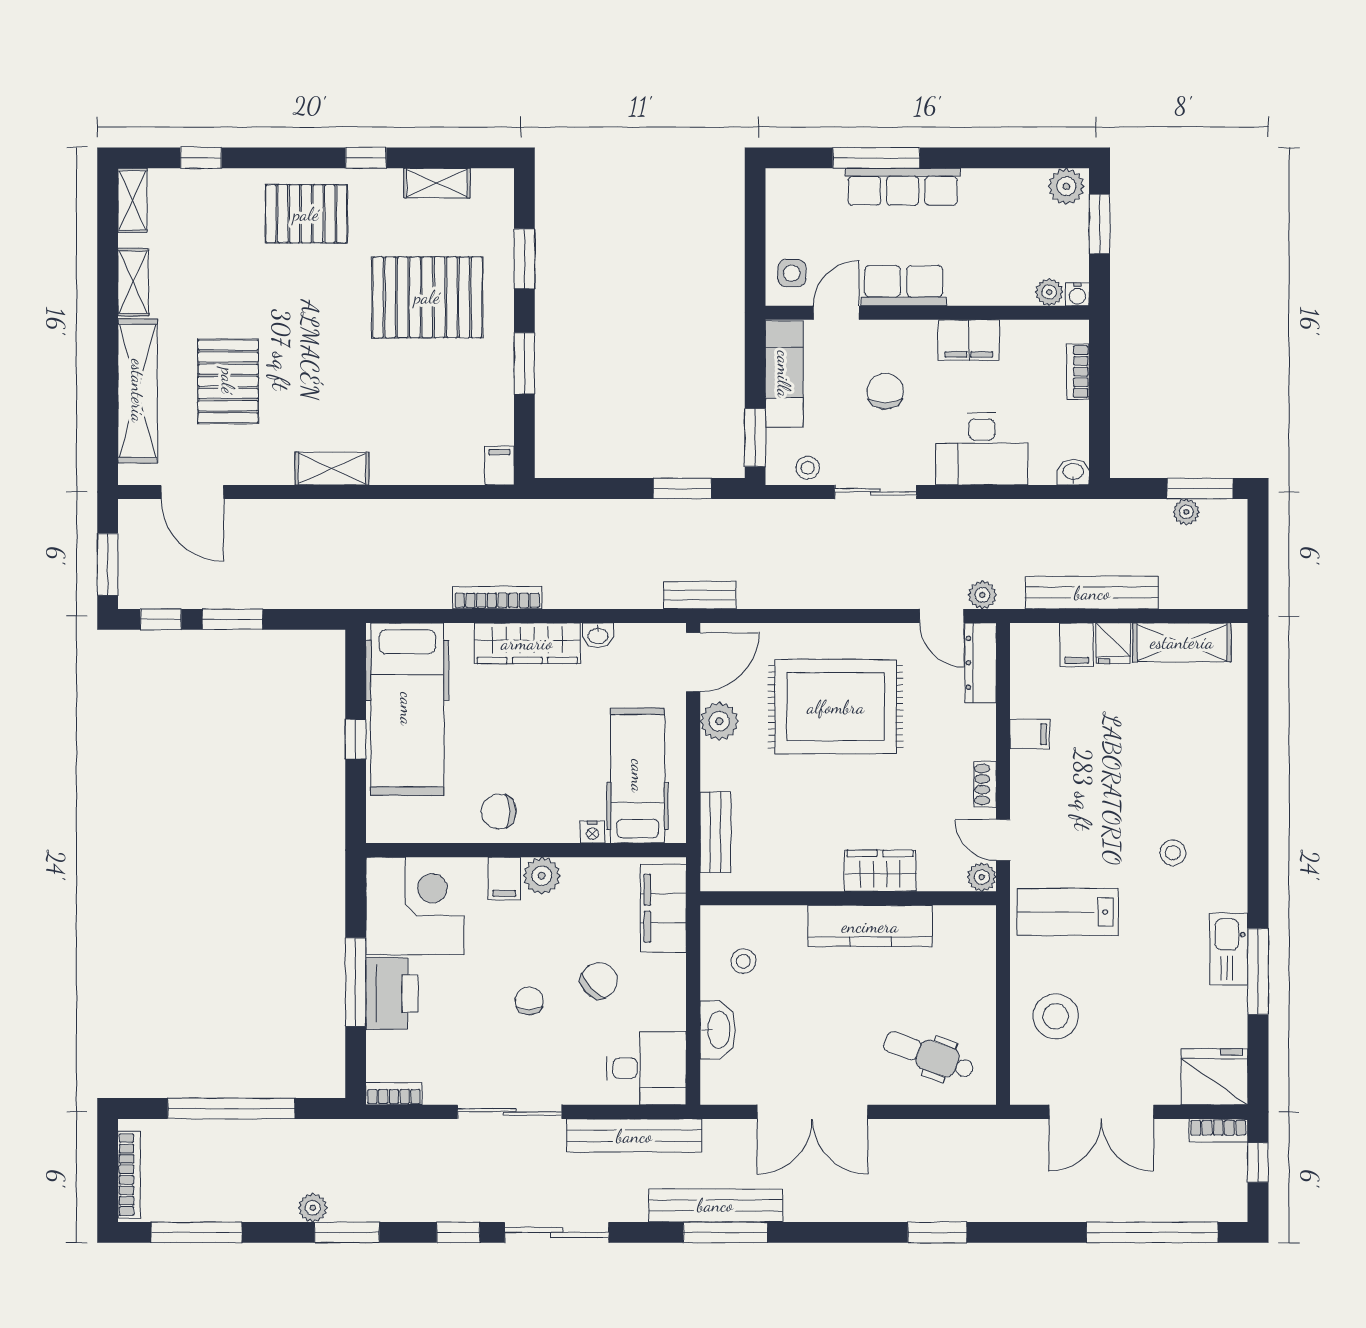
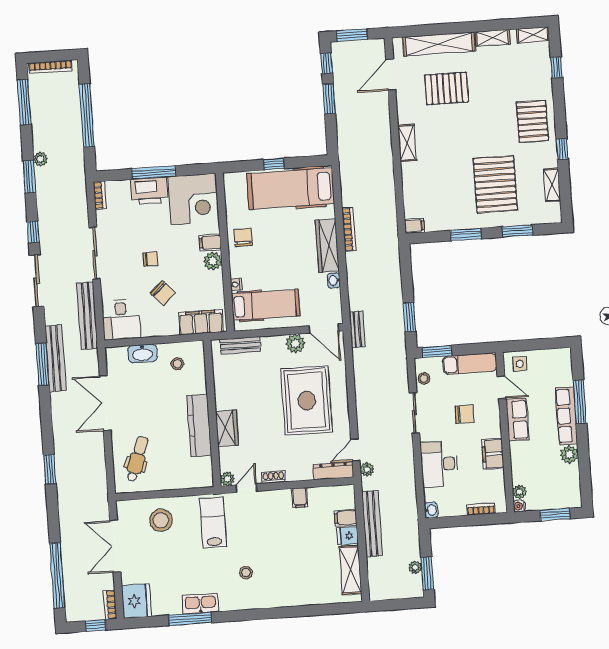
plant: (1066, 186) -> (569, 455), moved

